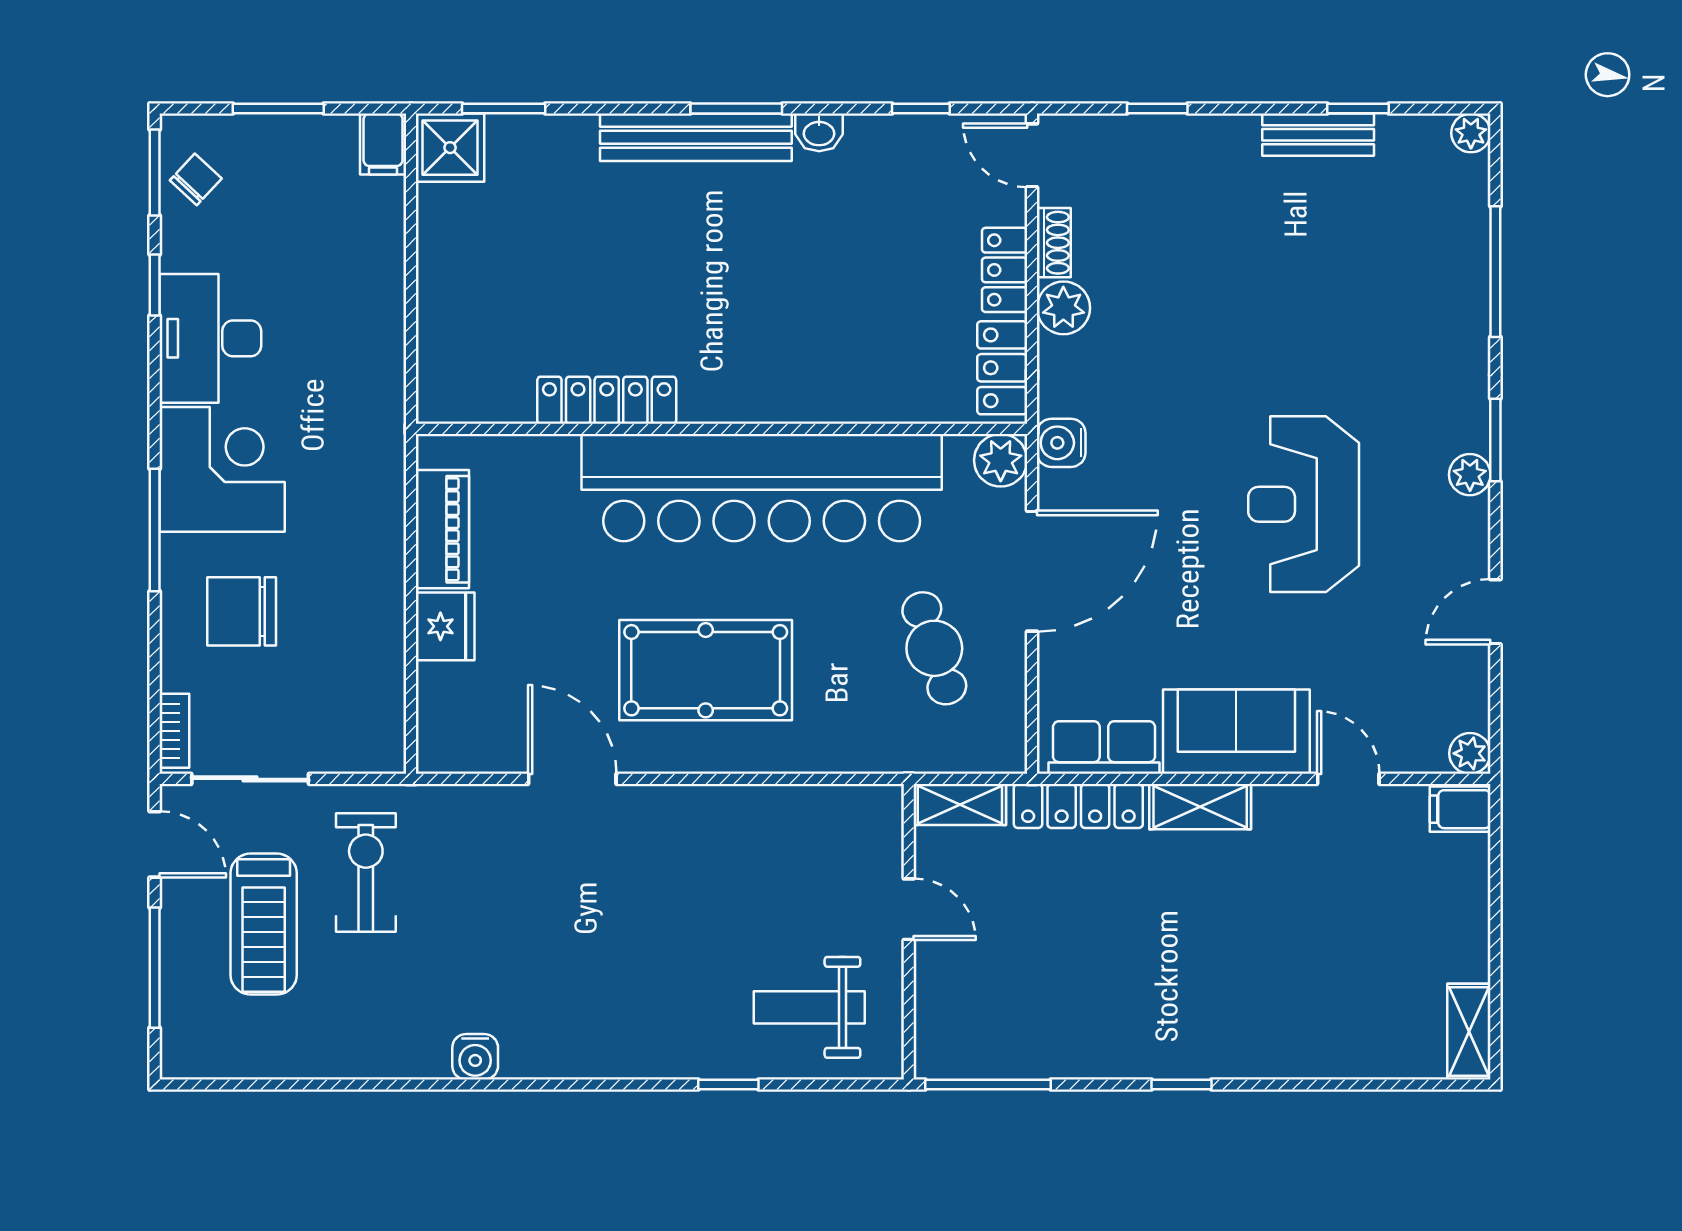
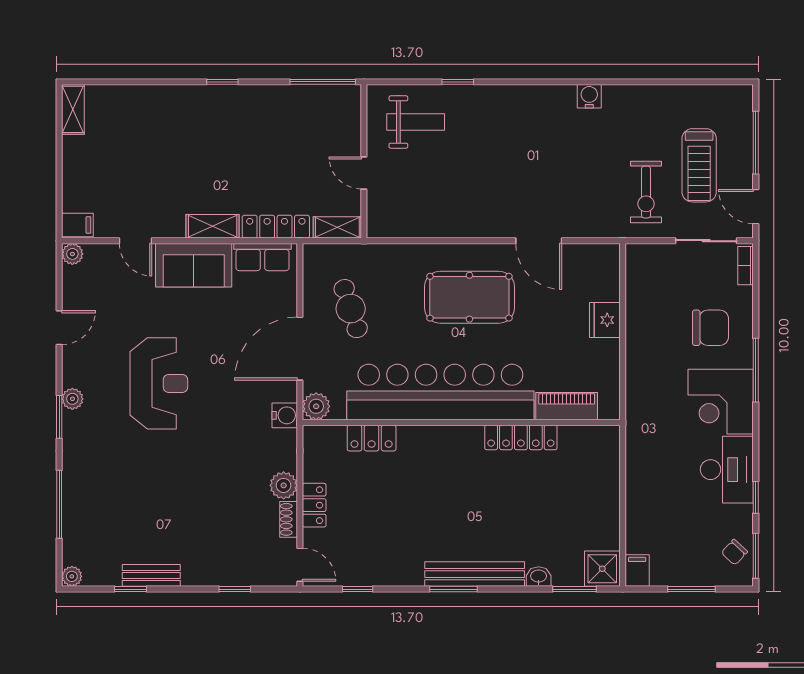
washbasin: (819, 132) -> (539, 577), moved
locker: (1002, 368) -> (372, 438), moved, turned 90
piano: (442, 529) -> (567, 406), moved, turned 90
treadmill: (264, 924) -> (699, 165), turned 180

